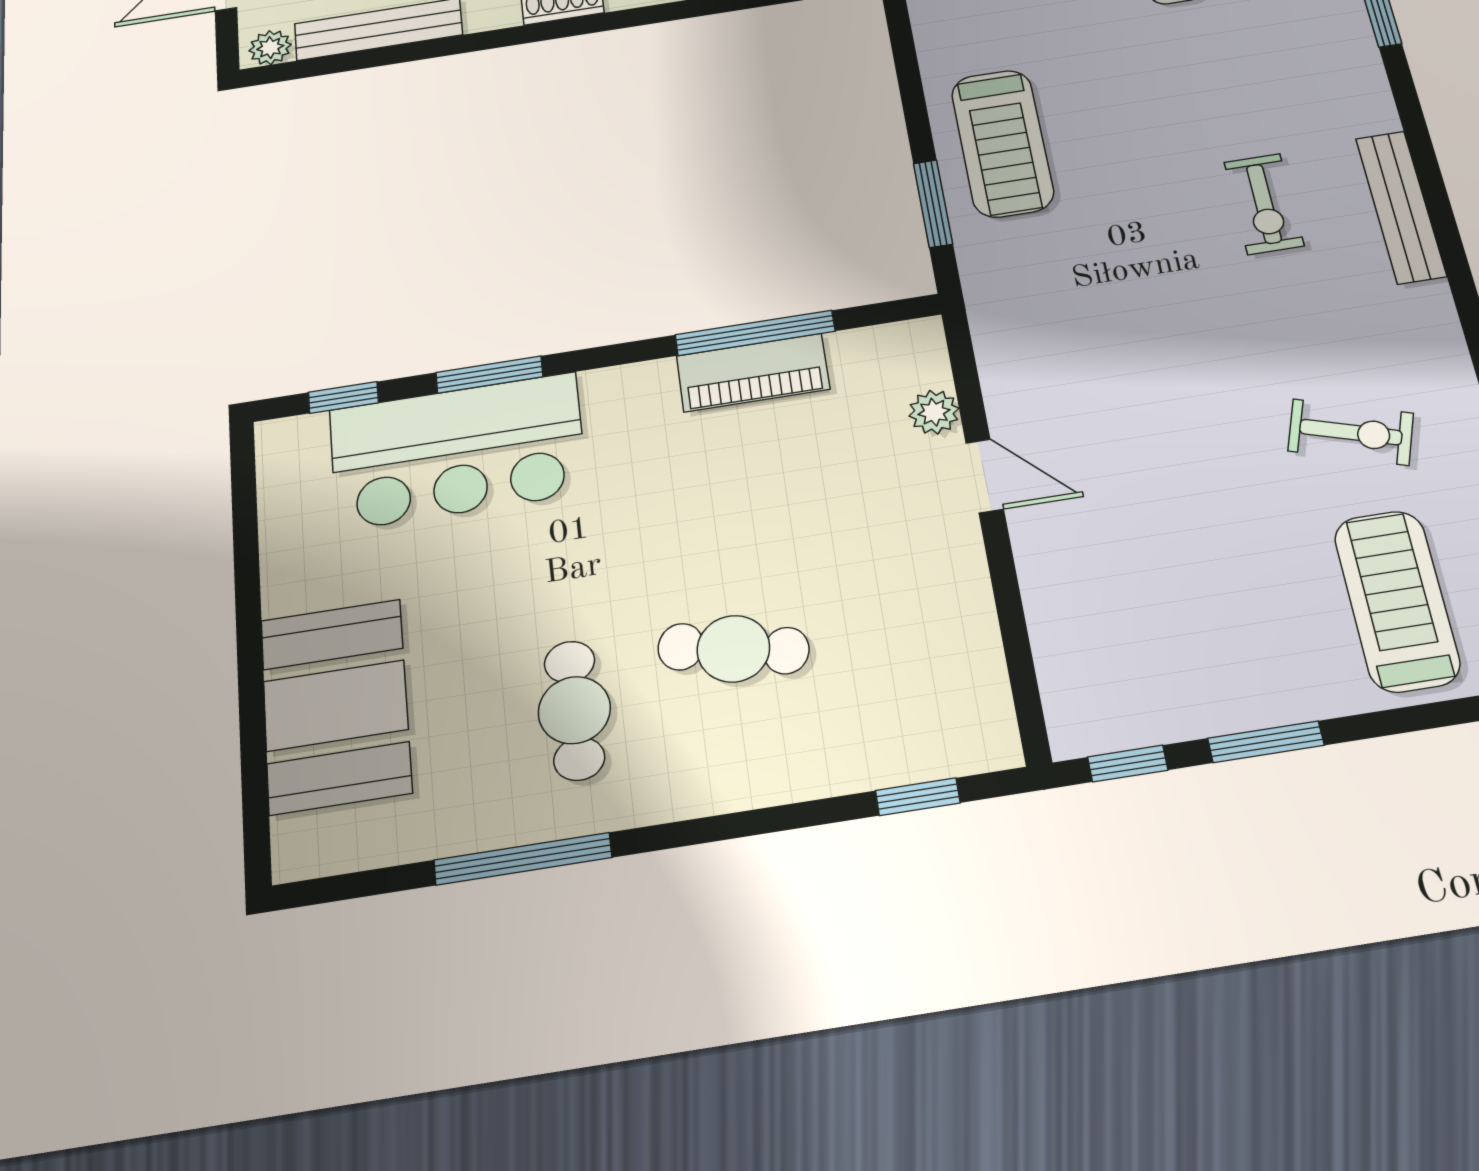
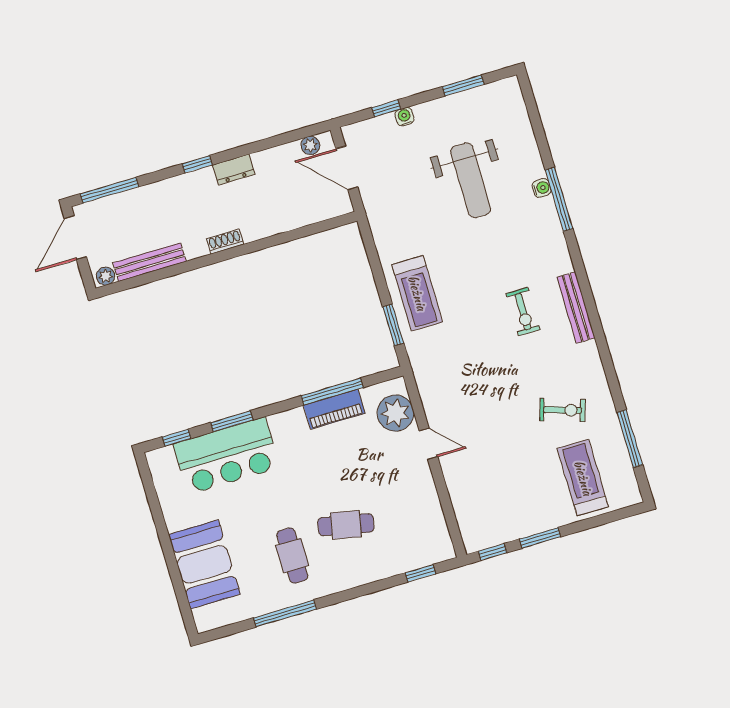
plant: (934, 412) -> (395, 413), width x1.87, depth x1.87

